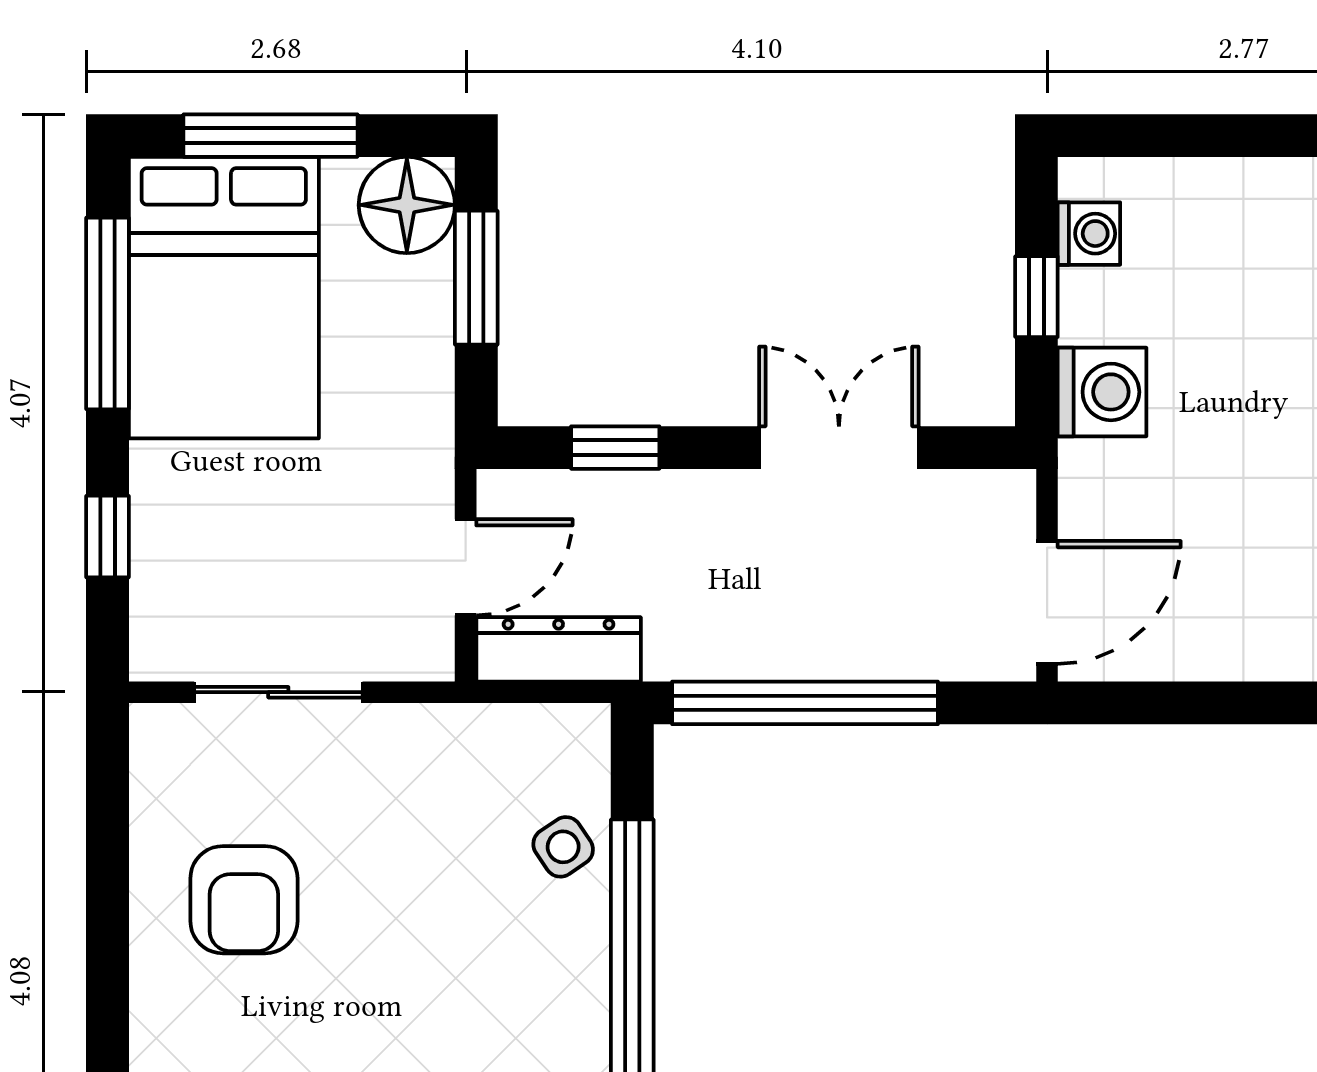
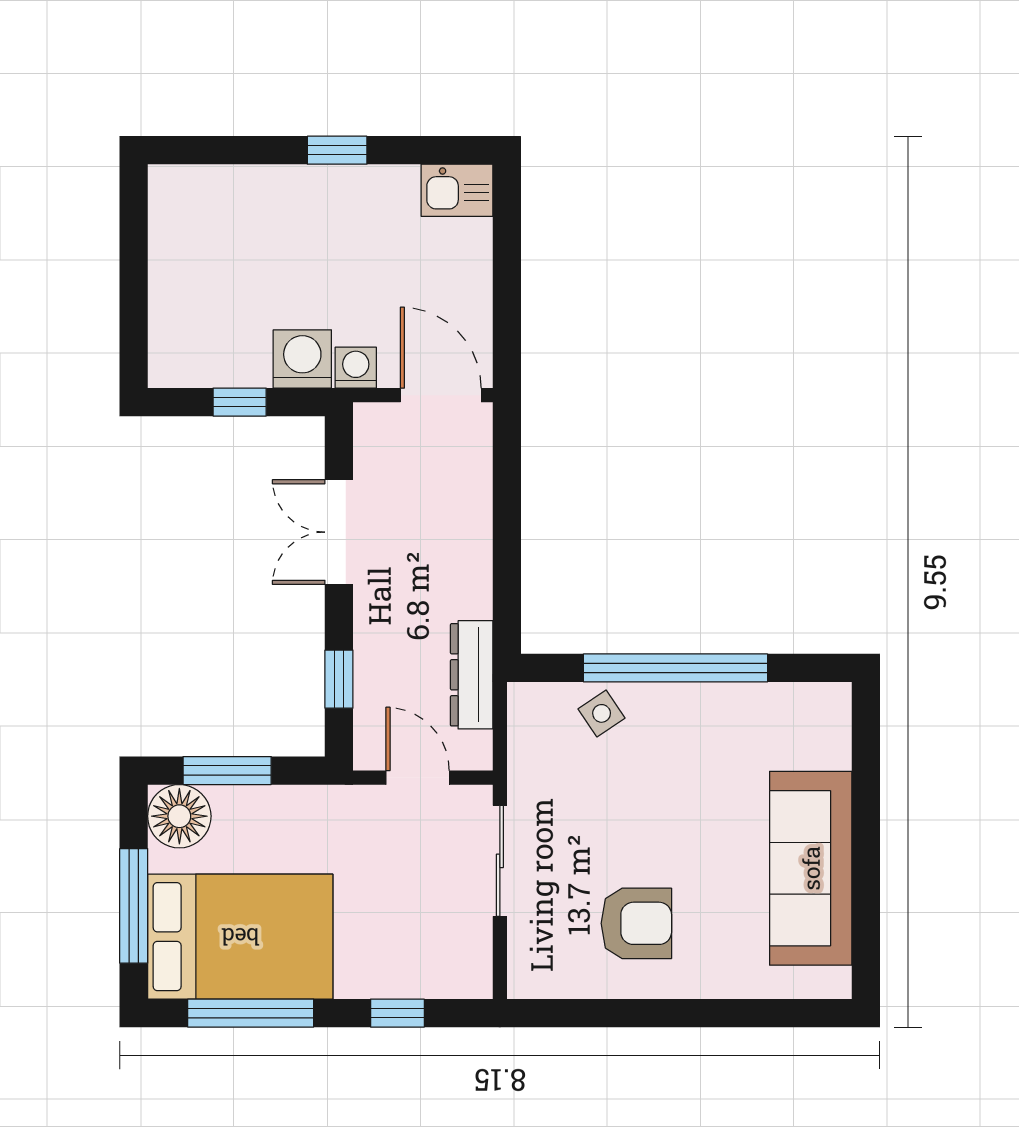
washing machine: (1089, 234) -> (356, 368), moved
dresser: (559, 649) -> (472, 675), moved
sliding door: (278, 692) -> (500, 861), moved
window: (805, 703) -> (507, 554), removed

